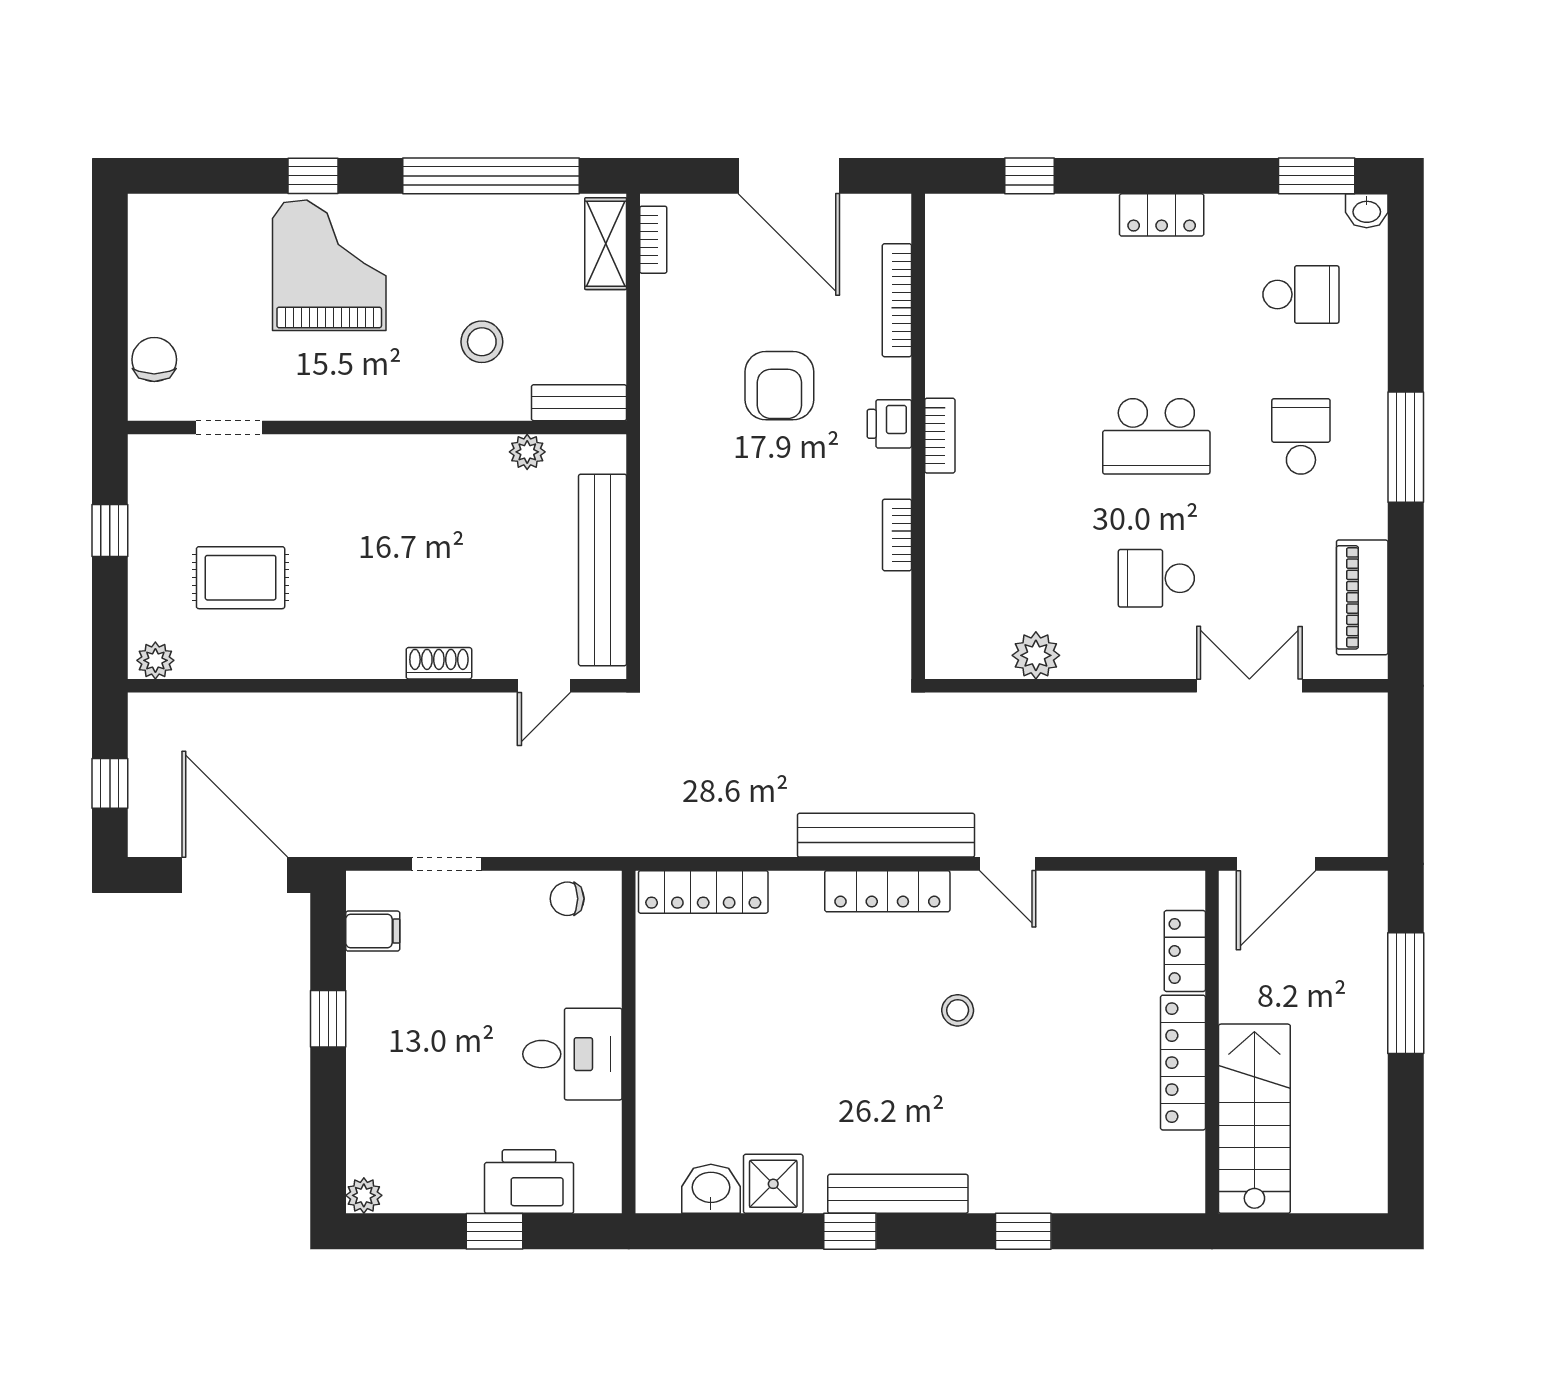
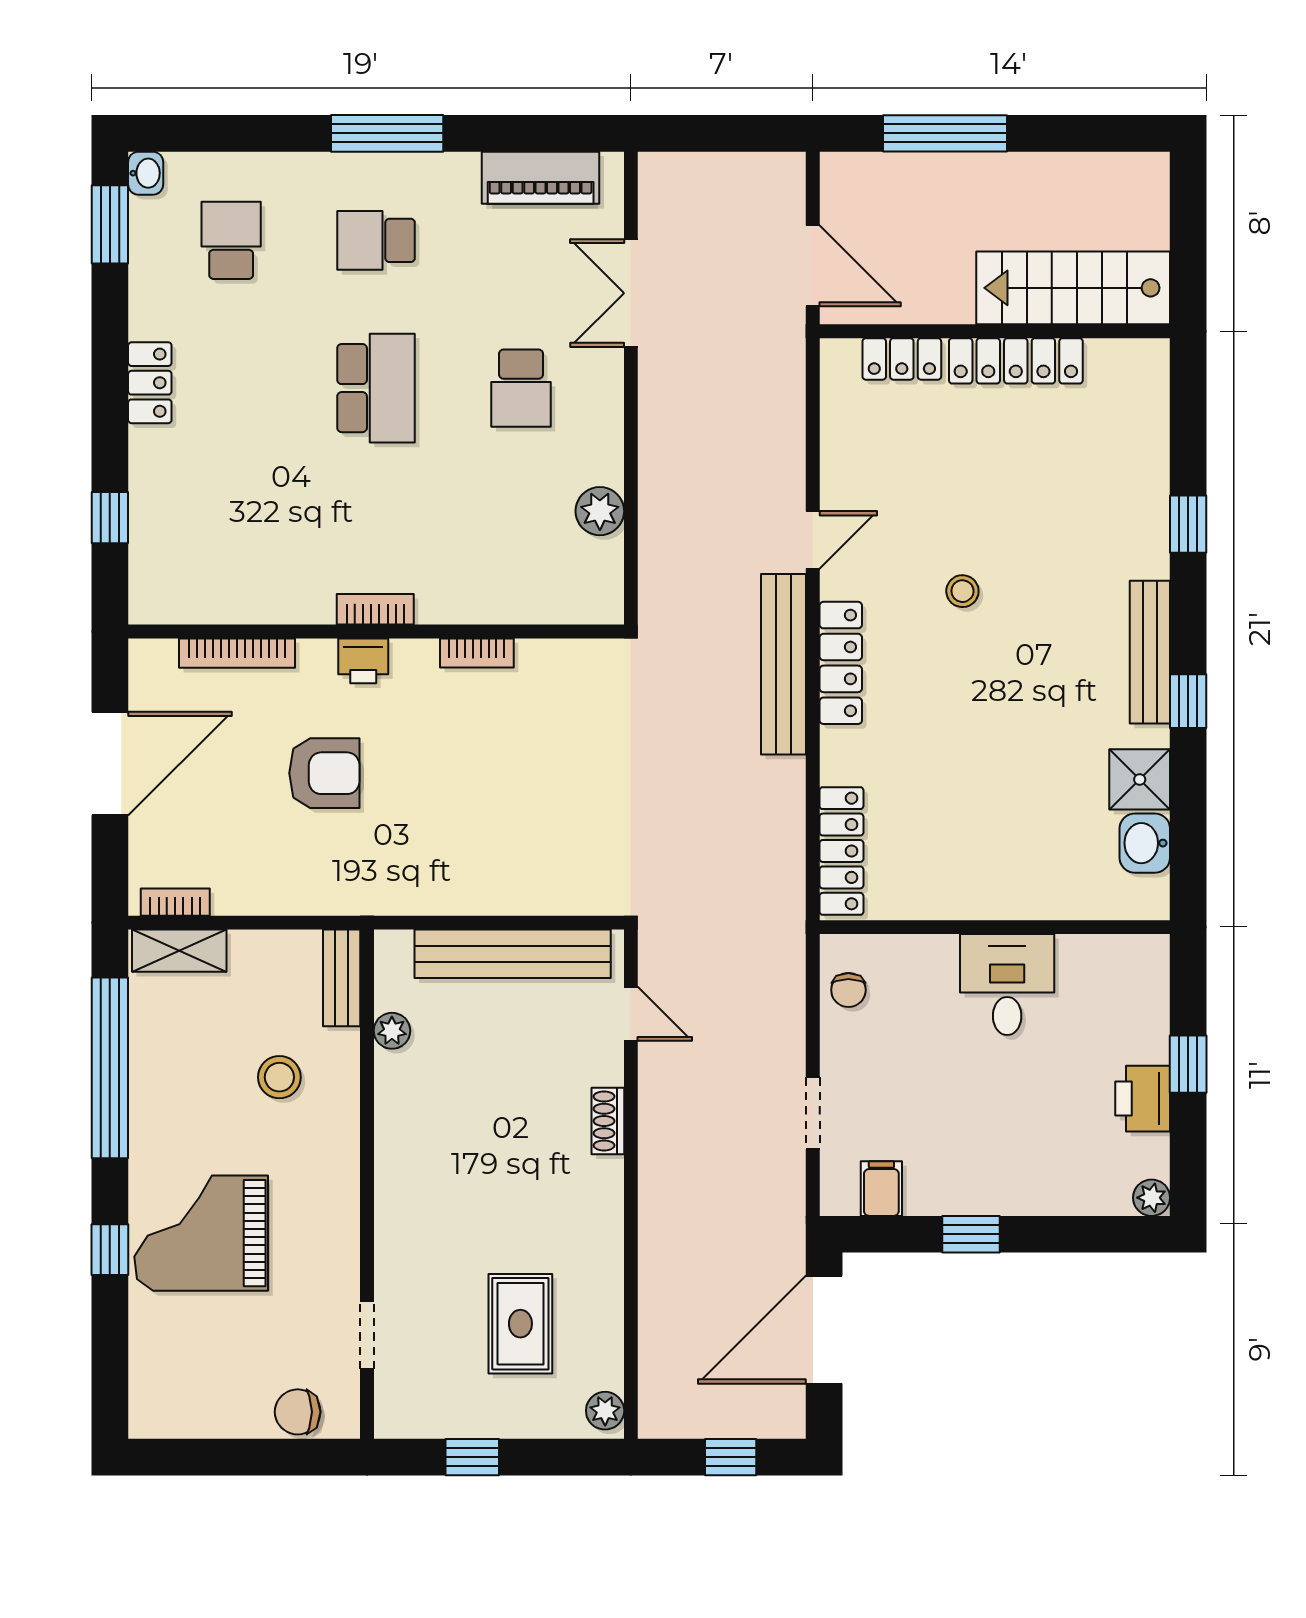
printer: (529, 1182) -> (1143, 1099), moved, width x0.73, depth x0.84

